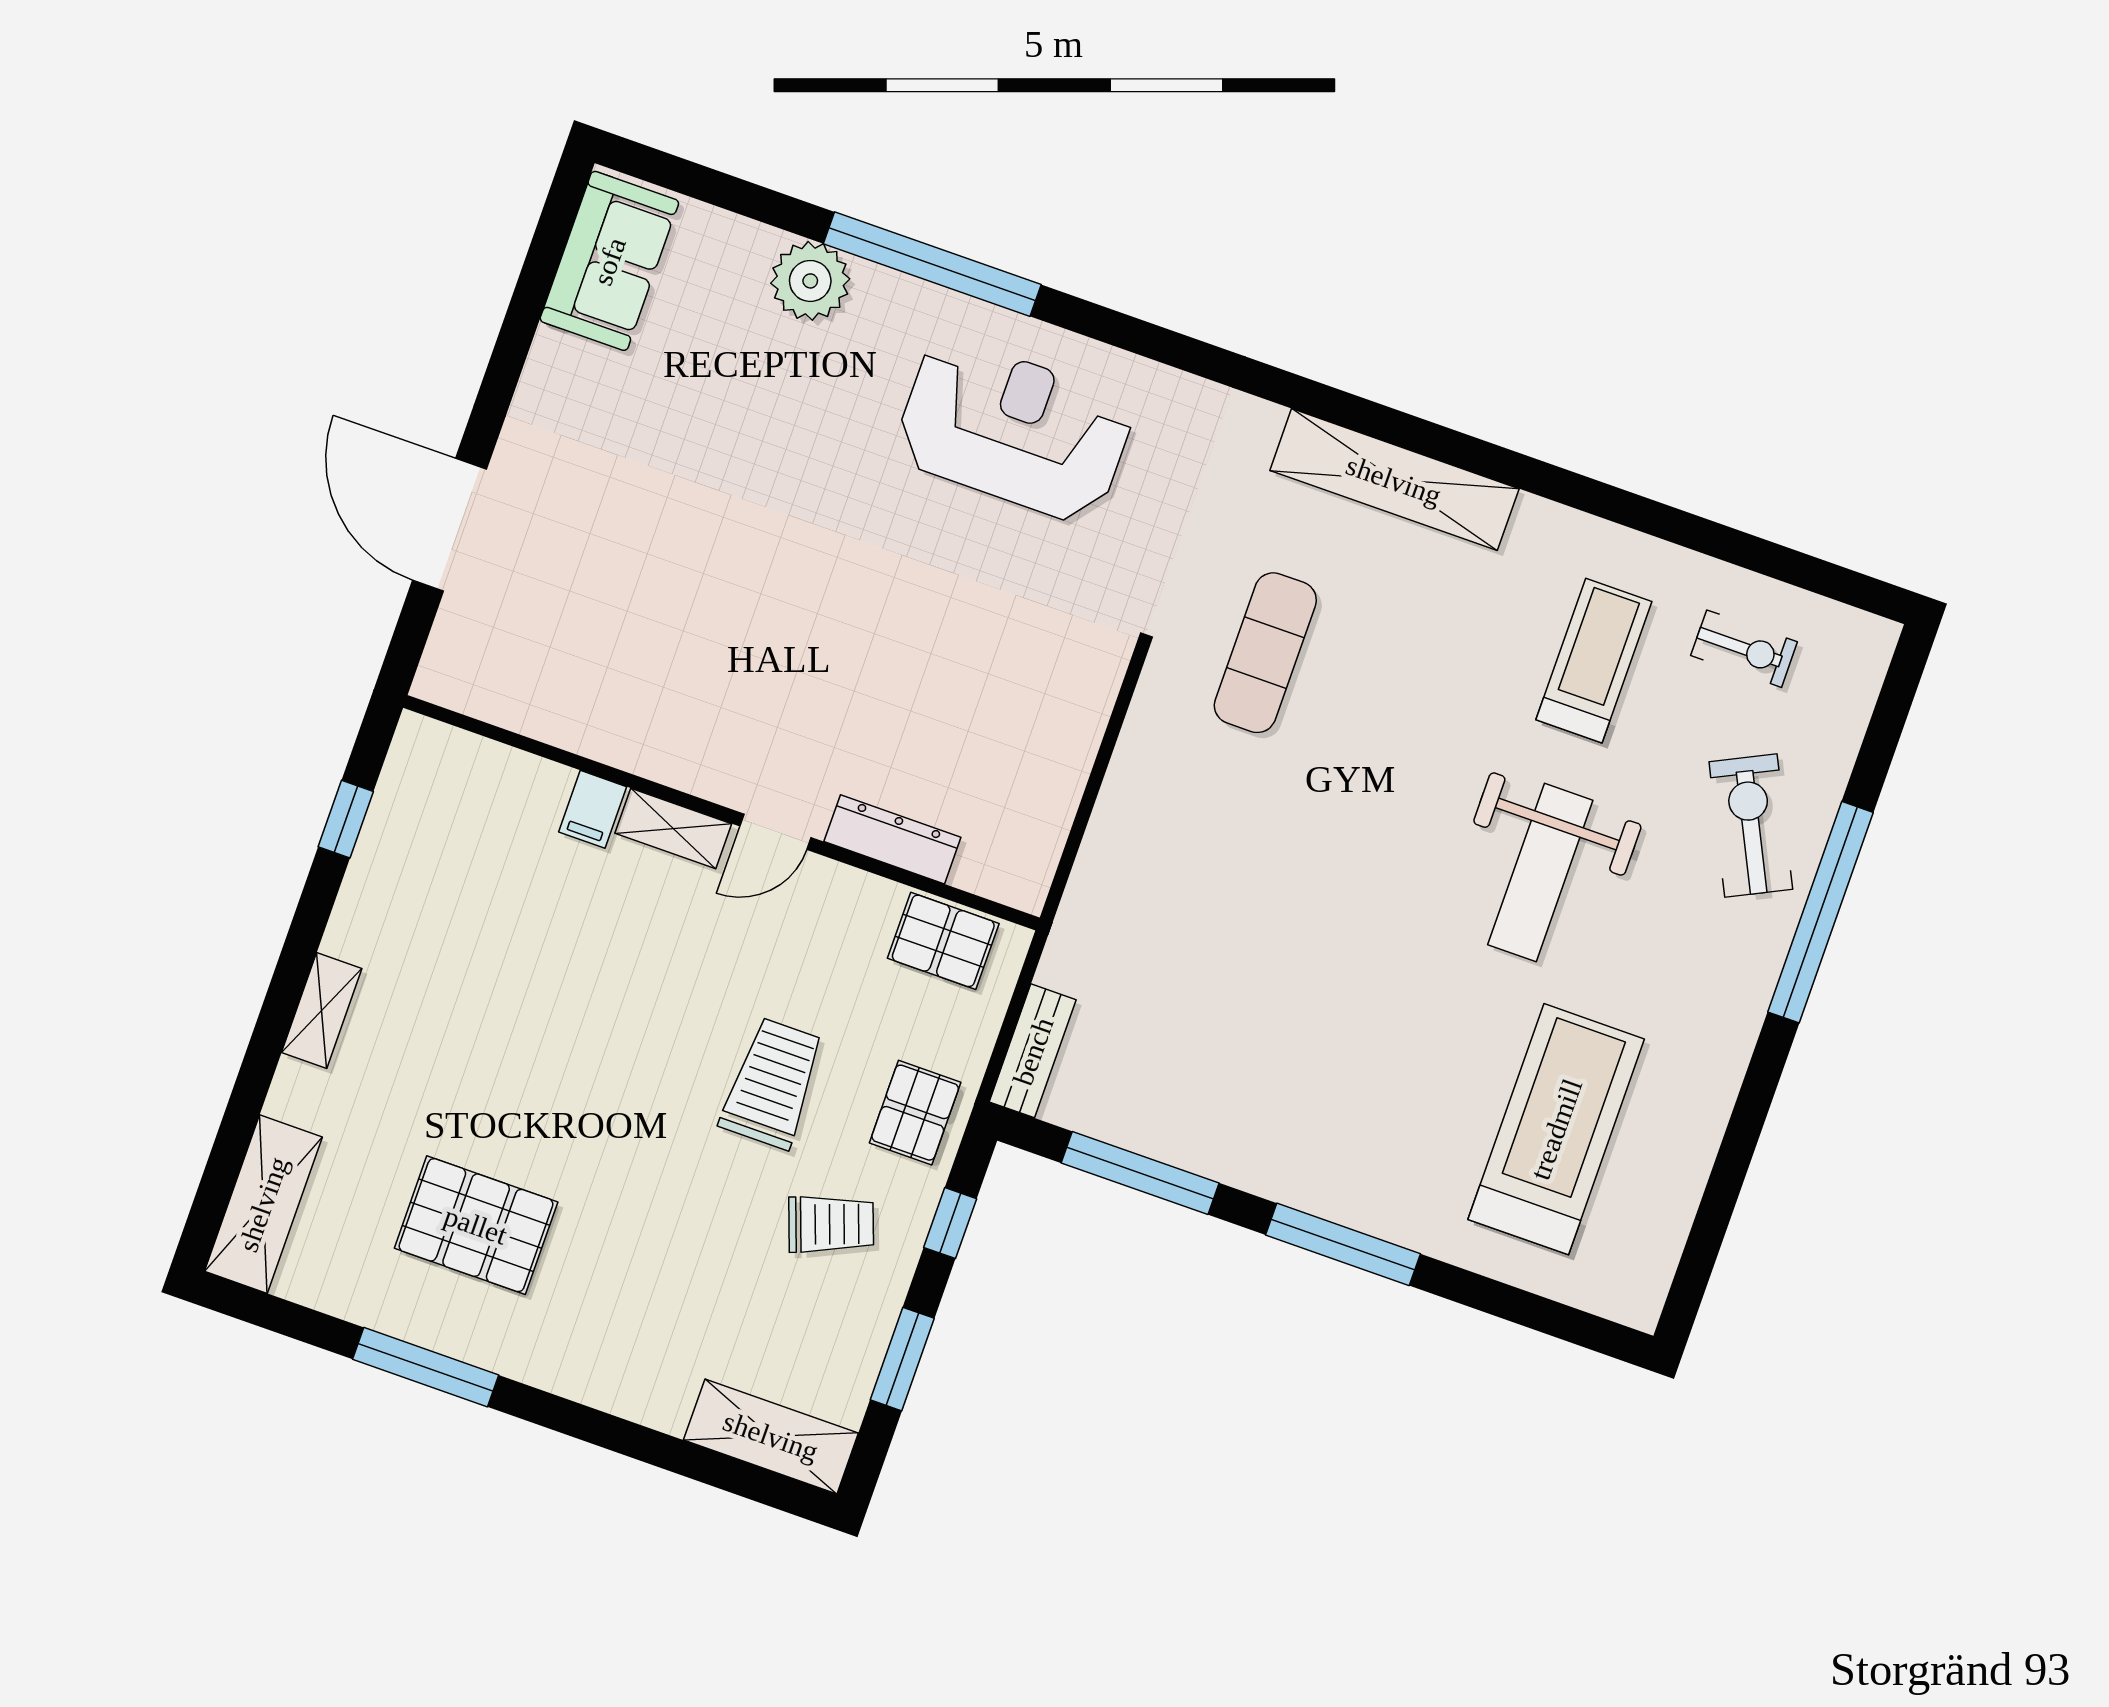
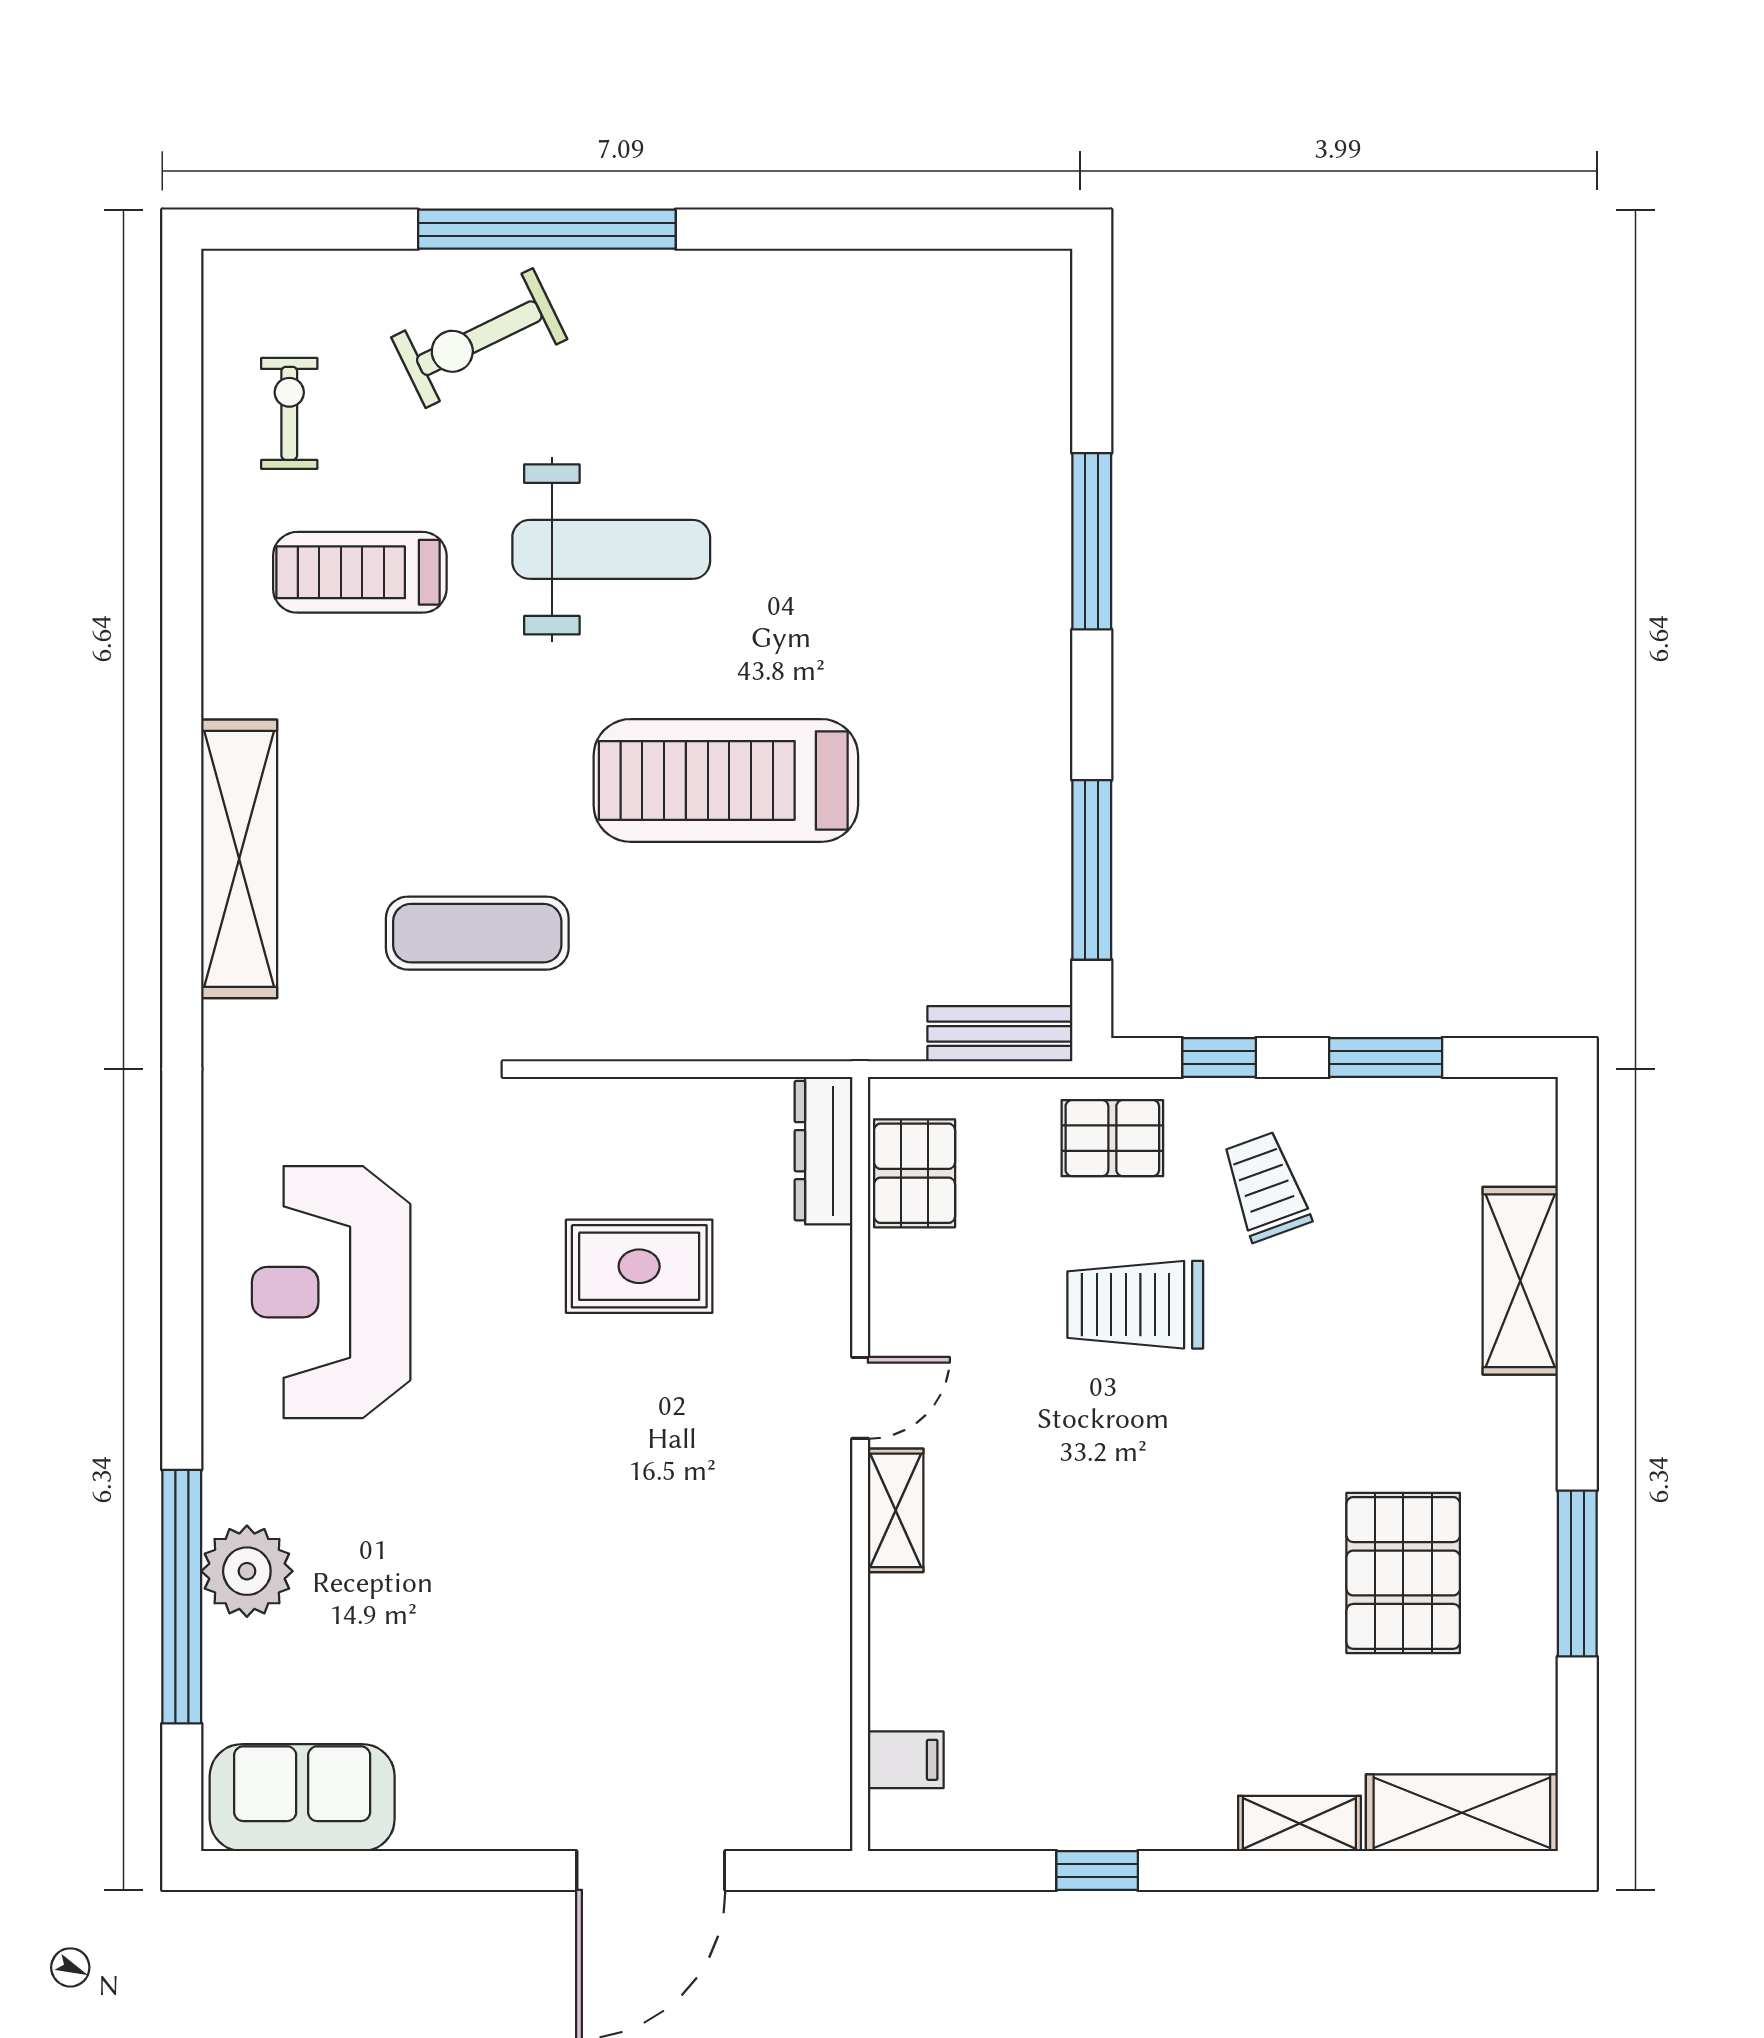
window: (932, 264) -> (182, 1597), moved
rug: (947, 689) -> (639, 1266), added
filing cabinet: (593, 809) -> (906, 1760), moved
window: (346, 819) -> (1097, 1870), moved
door: (775, 832) -> (860, 1398), hinge flipped
dresser: (892, 839) -> (823, 1151), moved
shelving: (322, 1011) -> (1299, 1823), moved
treadmill: (1556, 1129) -> (726, 780), moved
window: (1343, 1244) -> (1092, 541), moved
shelving: (771, 1436) -> (1520, 1281), moved

